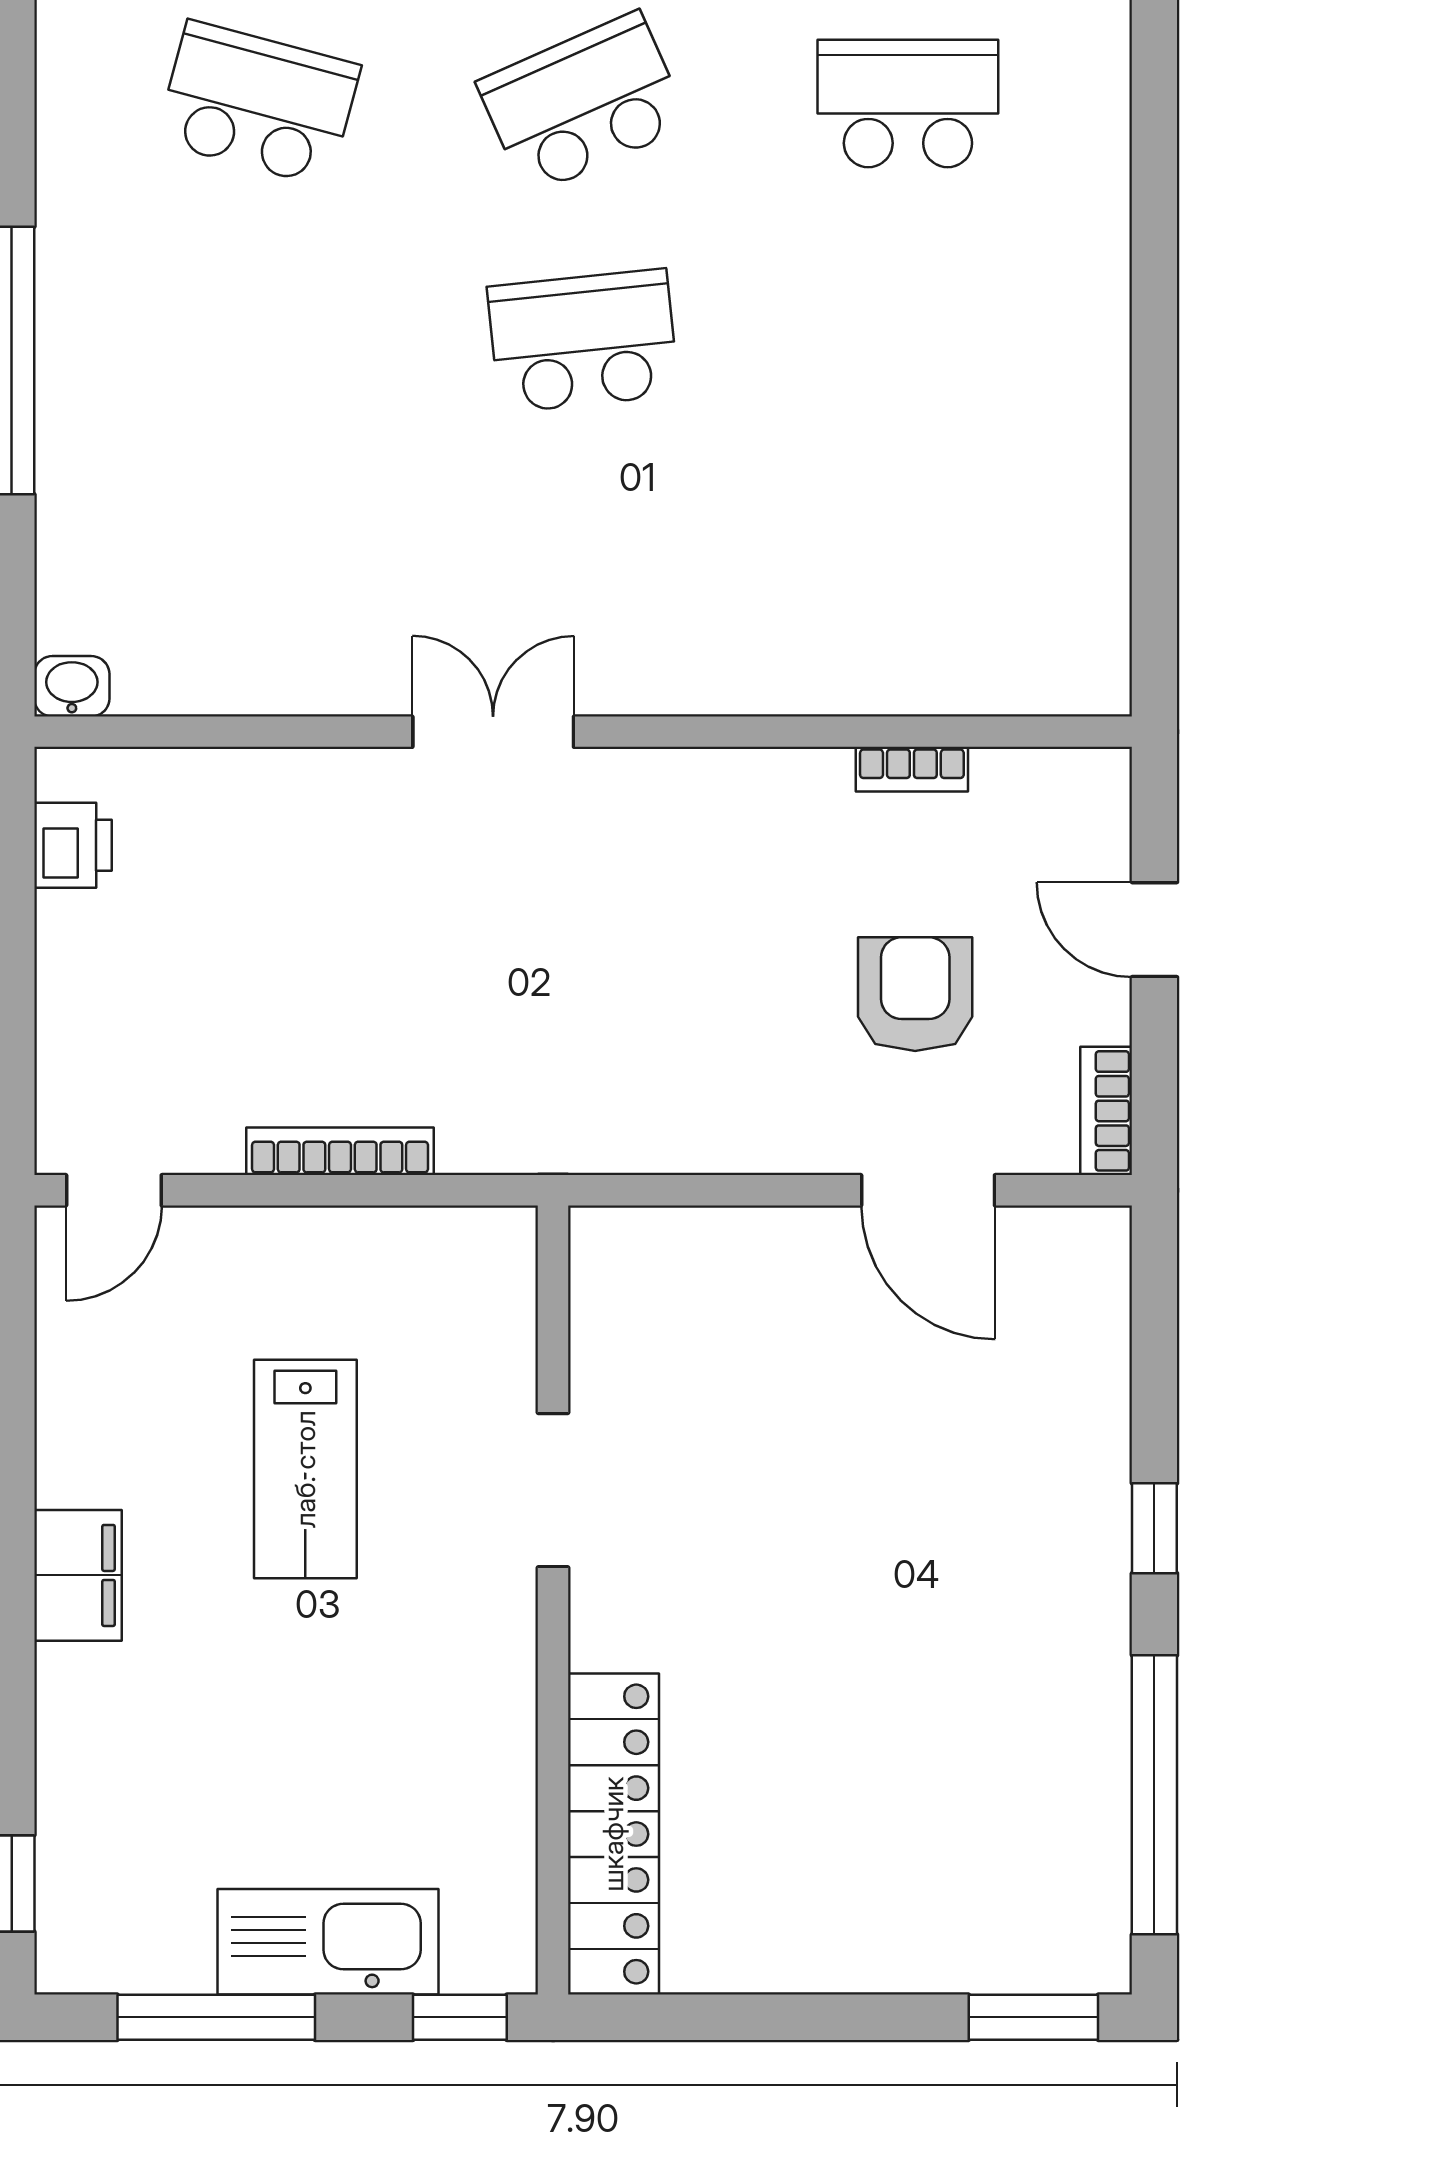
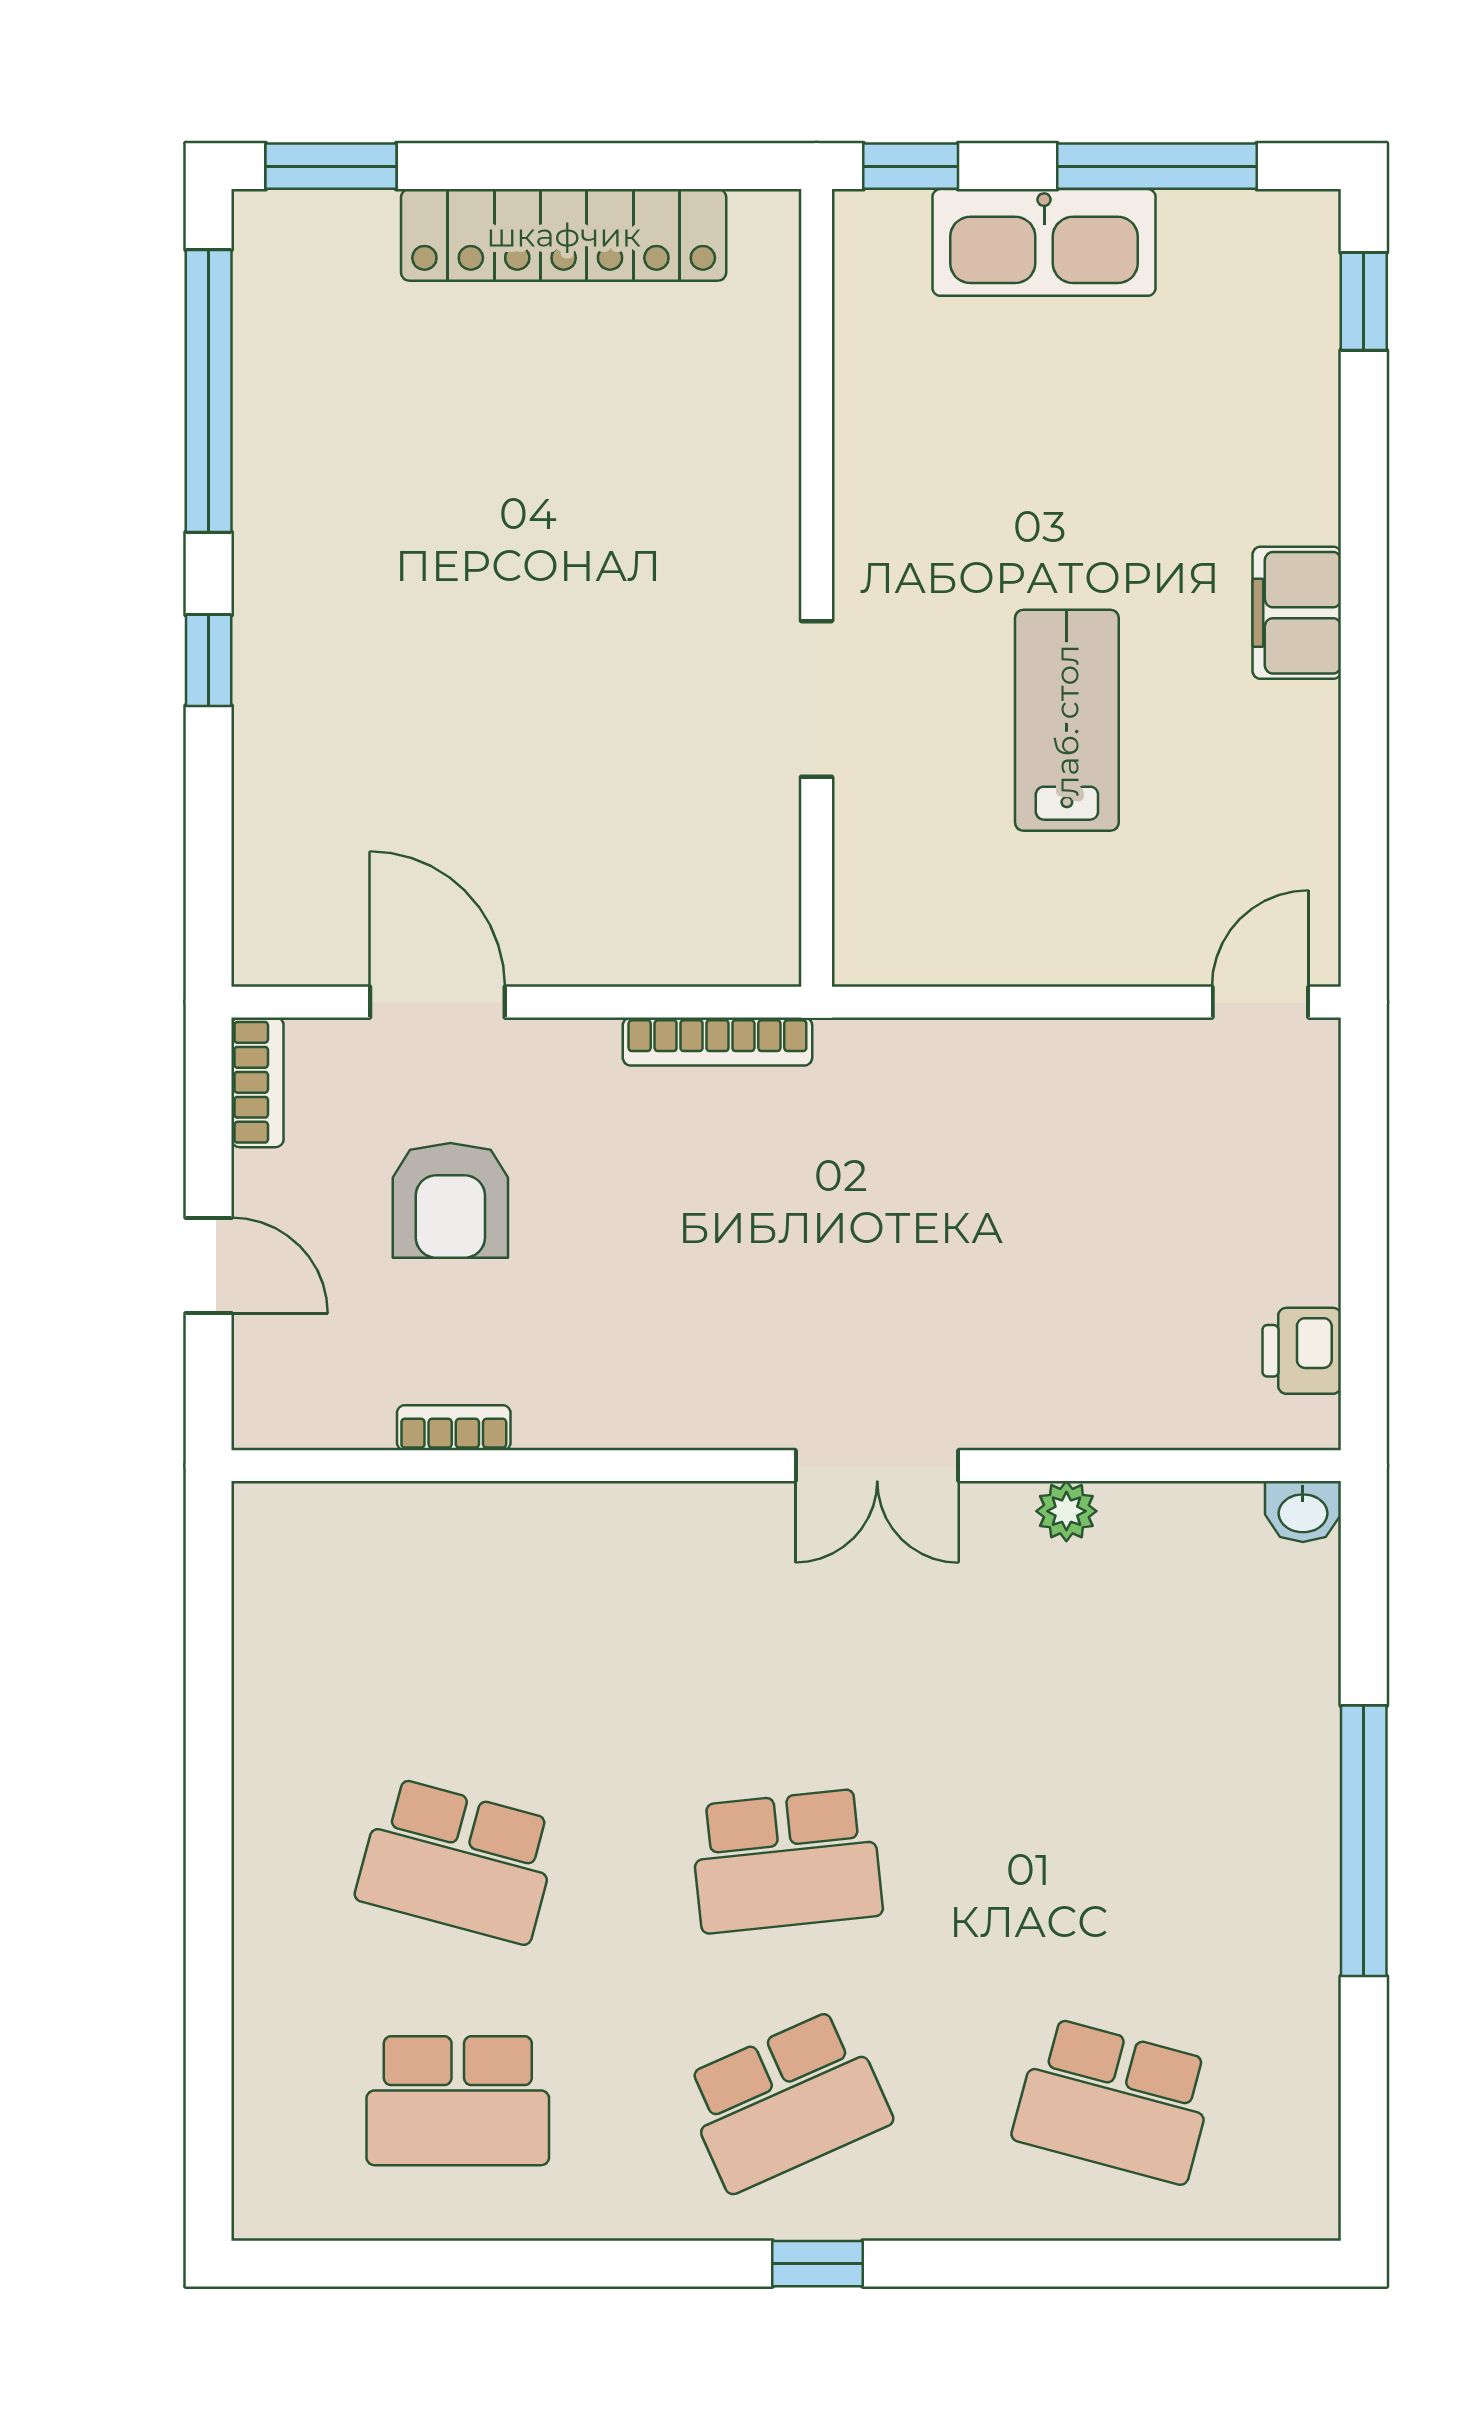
school desk: (908, 341) -> (458, 1861), added
plant: (306, 687) -> (1066, 1511), added
bookcase: (340, 1151) -> (717, 1041), moved
locker: (613, 1834) -> (564, 235), moved, turned -90

